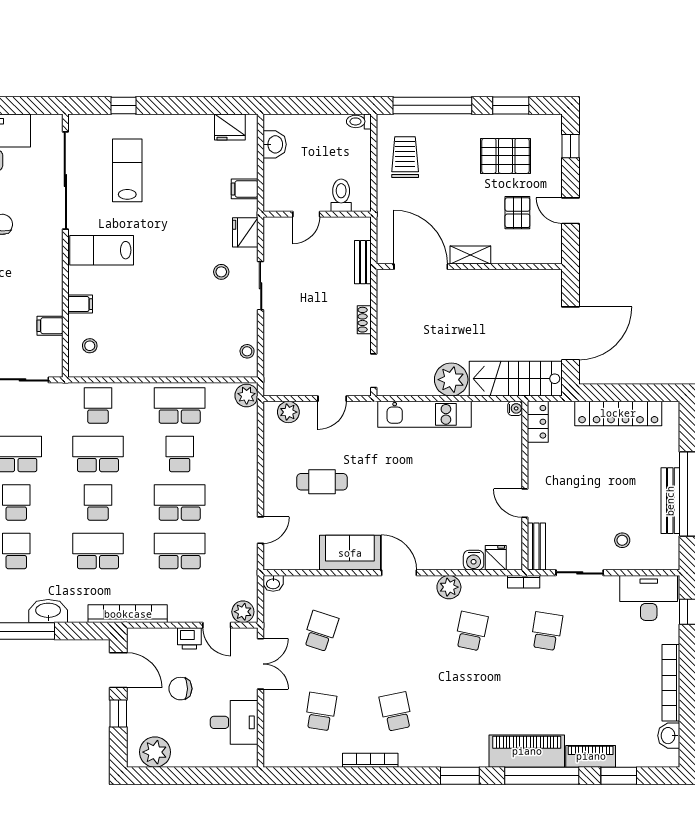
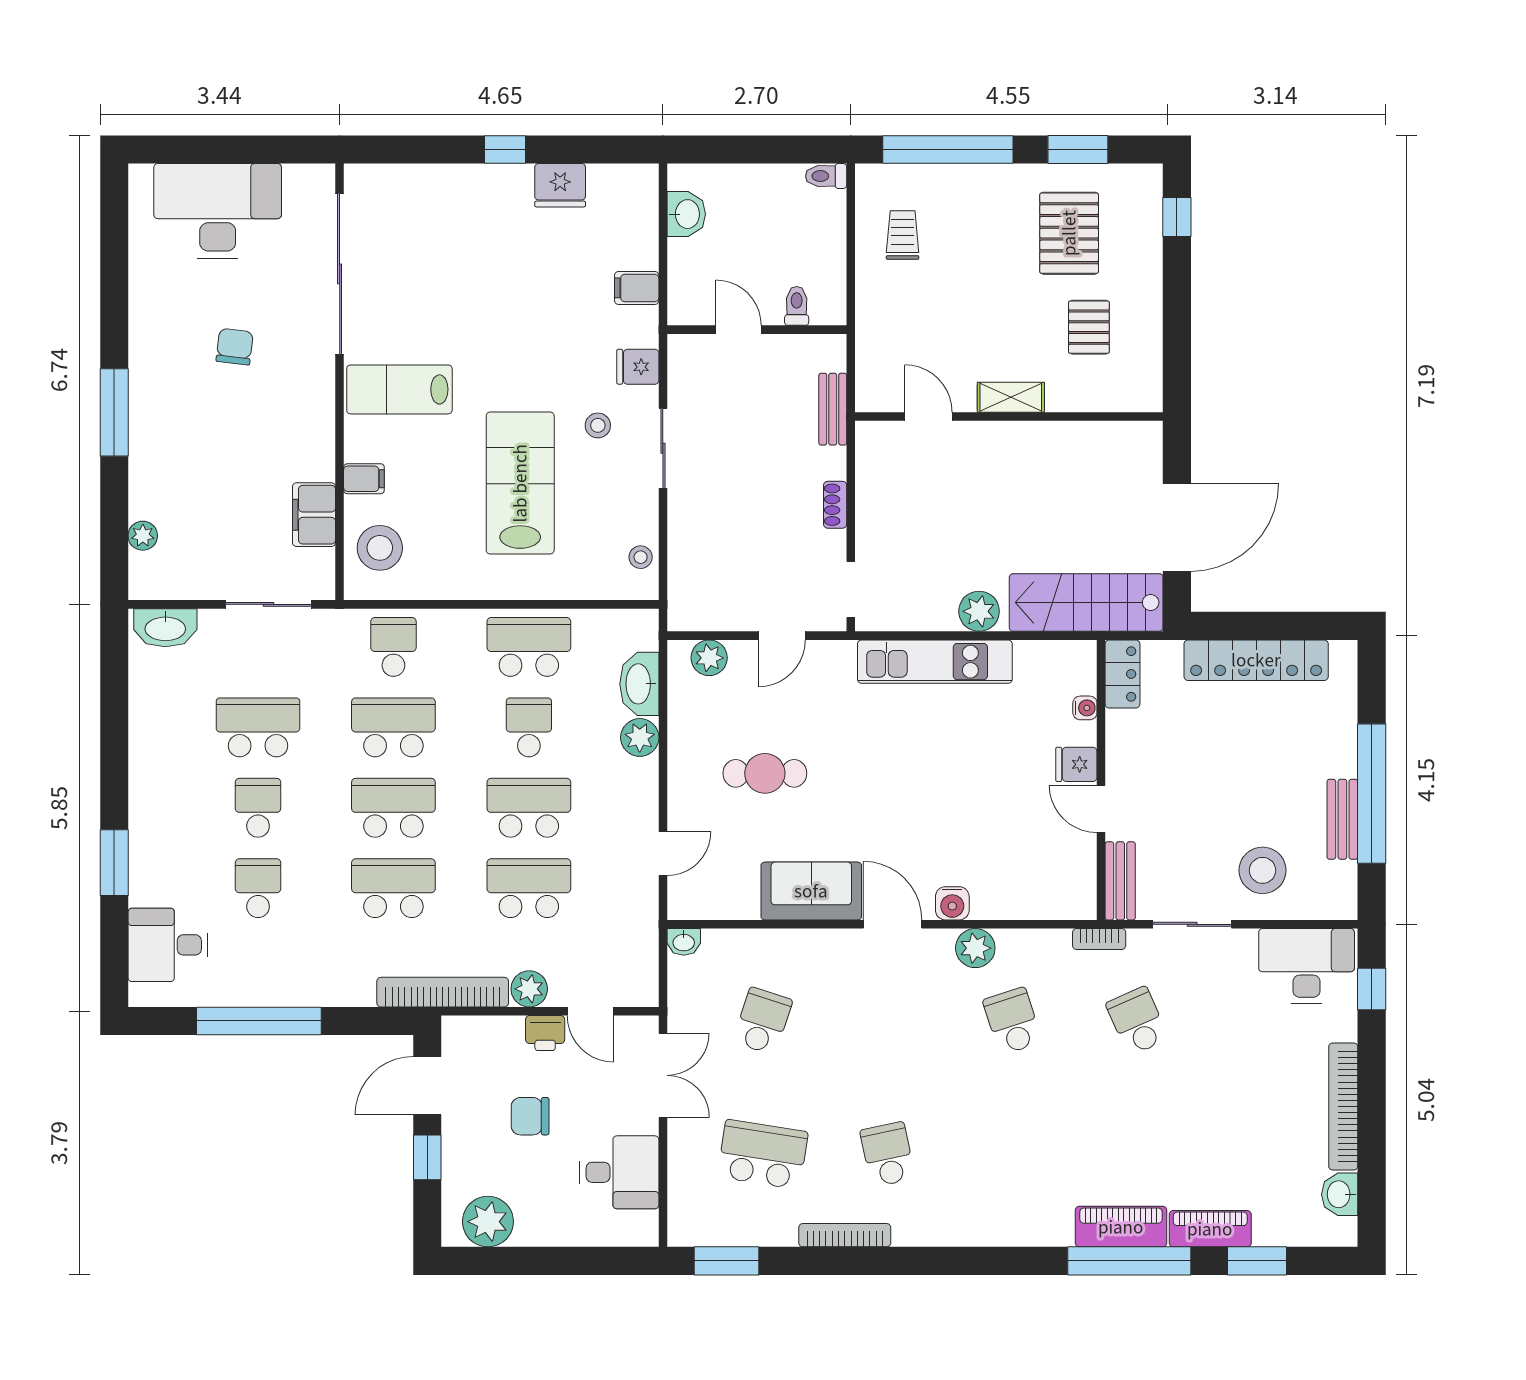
window: (123, 105) -> (505, 150), moved
fridge: (230, 127) -> (560, 185), moved
pallet: (505, 156) -> (1069, 233), turned 90
trolley: (405, 157) -> (903, 235), width x0.73, depth x0.72
lab bench: (127, 170) -> (520, 483), moved, width x1.36, depth x1.39
toilet: (341, 195) -> (797, 306), width x0.73, depth x0.72
door: (570, 211) -> (1177, 324), removed
door: (306, 214) -> (739, 330), swing flipped
fridge: (245, 232) -> (638, 367), width x0.72
door: (421, 267) -> (928, 417), width x0.53
filing cabinet: (50, 326) -> (314, 515), width x2.00
stool: (90, 346) -> (380, 548), width x1.89, depth x1.89
plant: (451, 380) -> (979, 611), width x0.73, depth x0.73
plant: (247, 395) -> (640, 737), moved
water cooler: (515, 408) -> (1085, 708), moved
bench: (670, 501) -> (1342, 819), width x0.73
school desk: (98, 502) -> (393, 808), width x1.85
stool: (622, 540) -> (1263, 870), width x1.89, depth x1.89
fridge: (496, 558) -> (1076, 764), moved, turned -90
water cooler: (474, 560) -> (952, 903), moved
washbasin: (48, 611) -> (639, 684), moved, turned -90
plant: (243, 612) -> (529, 989), moved
school desk: (471, 631) -> (1012, 1021), turned -30
school desk: (547, 631) -> (1137, 1021), turned -33
door: (118, 670) -> (427, 1086), swing flipped
school desk: (321, 712) -> (763, 1154), width x1.85
piano: (527, 751) -> (1121, 1227), width x0.73, depth x0.75
window: (460, 776) -> (727, 1261), moved

